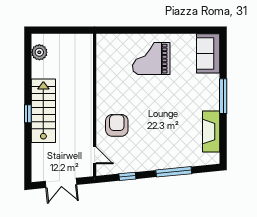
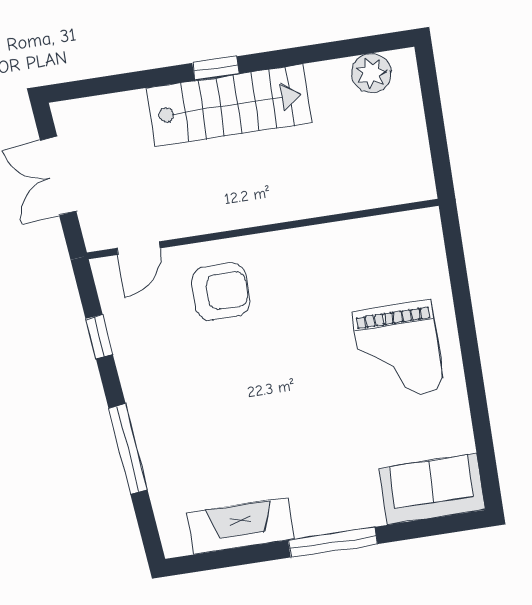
grand piano: (151, 59) -> (398, 351), turned 180

